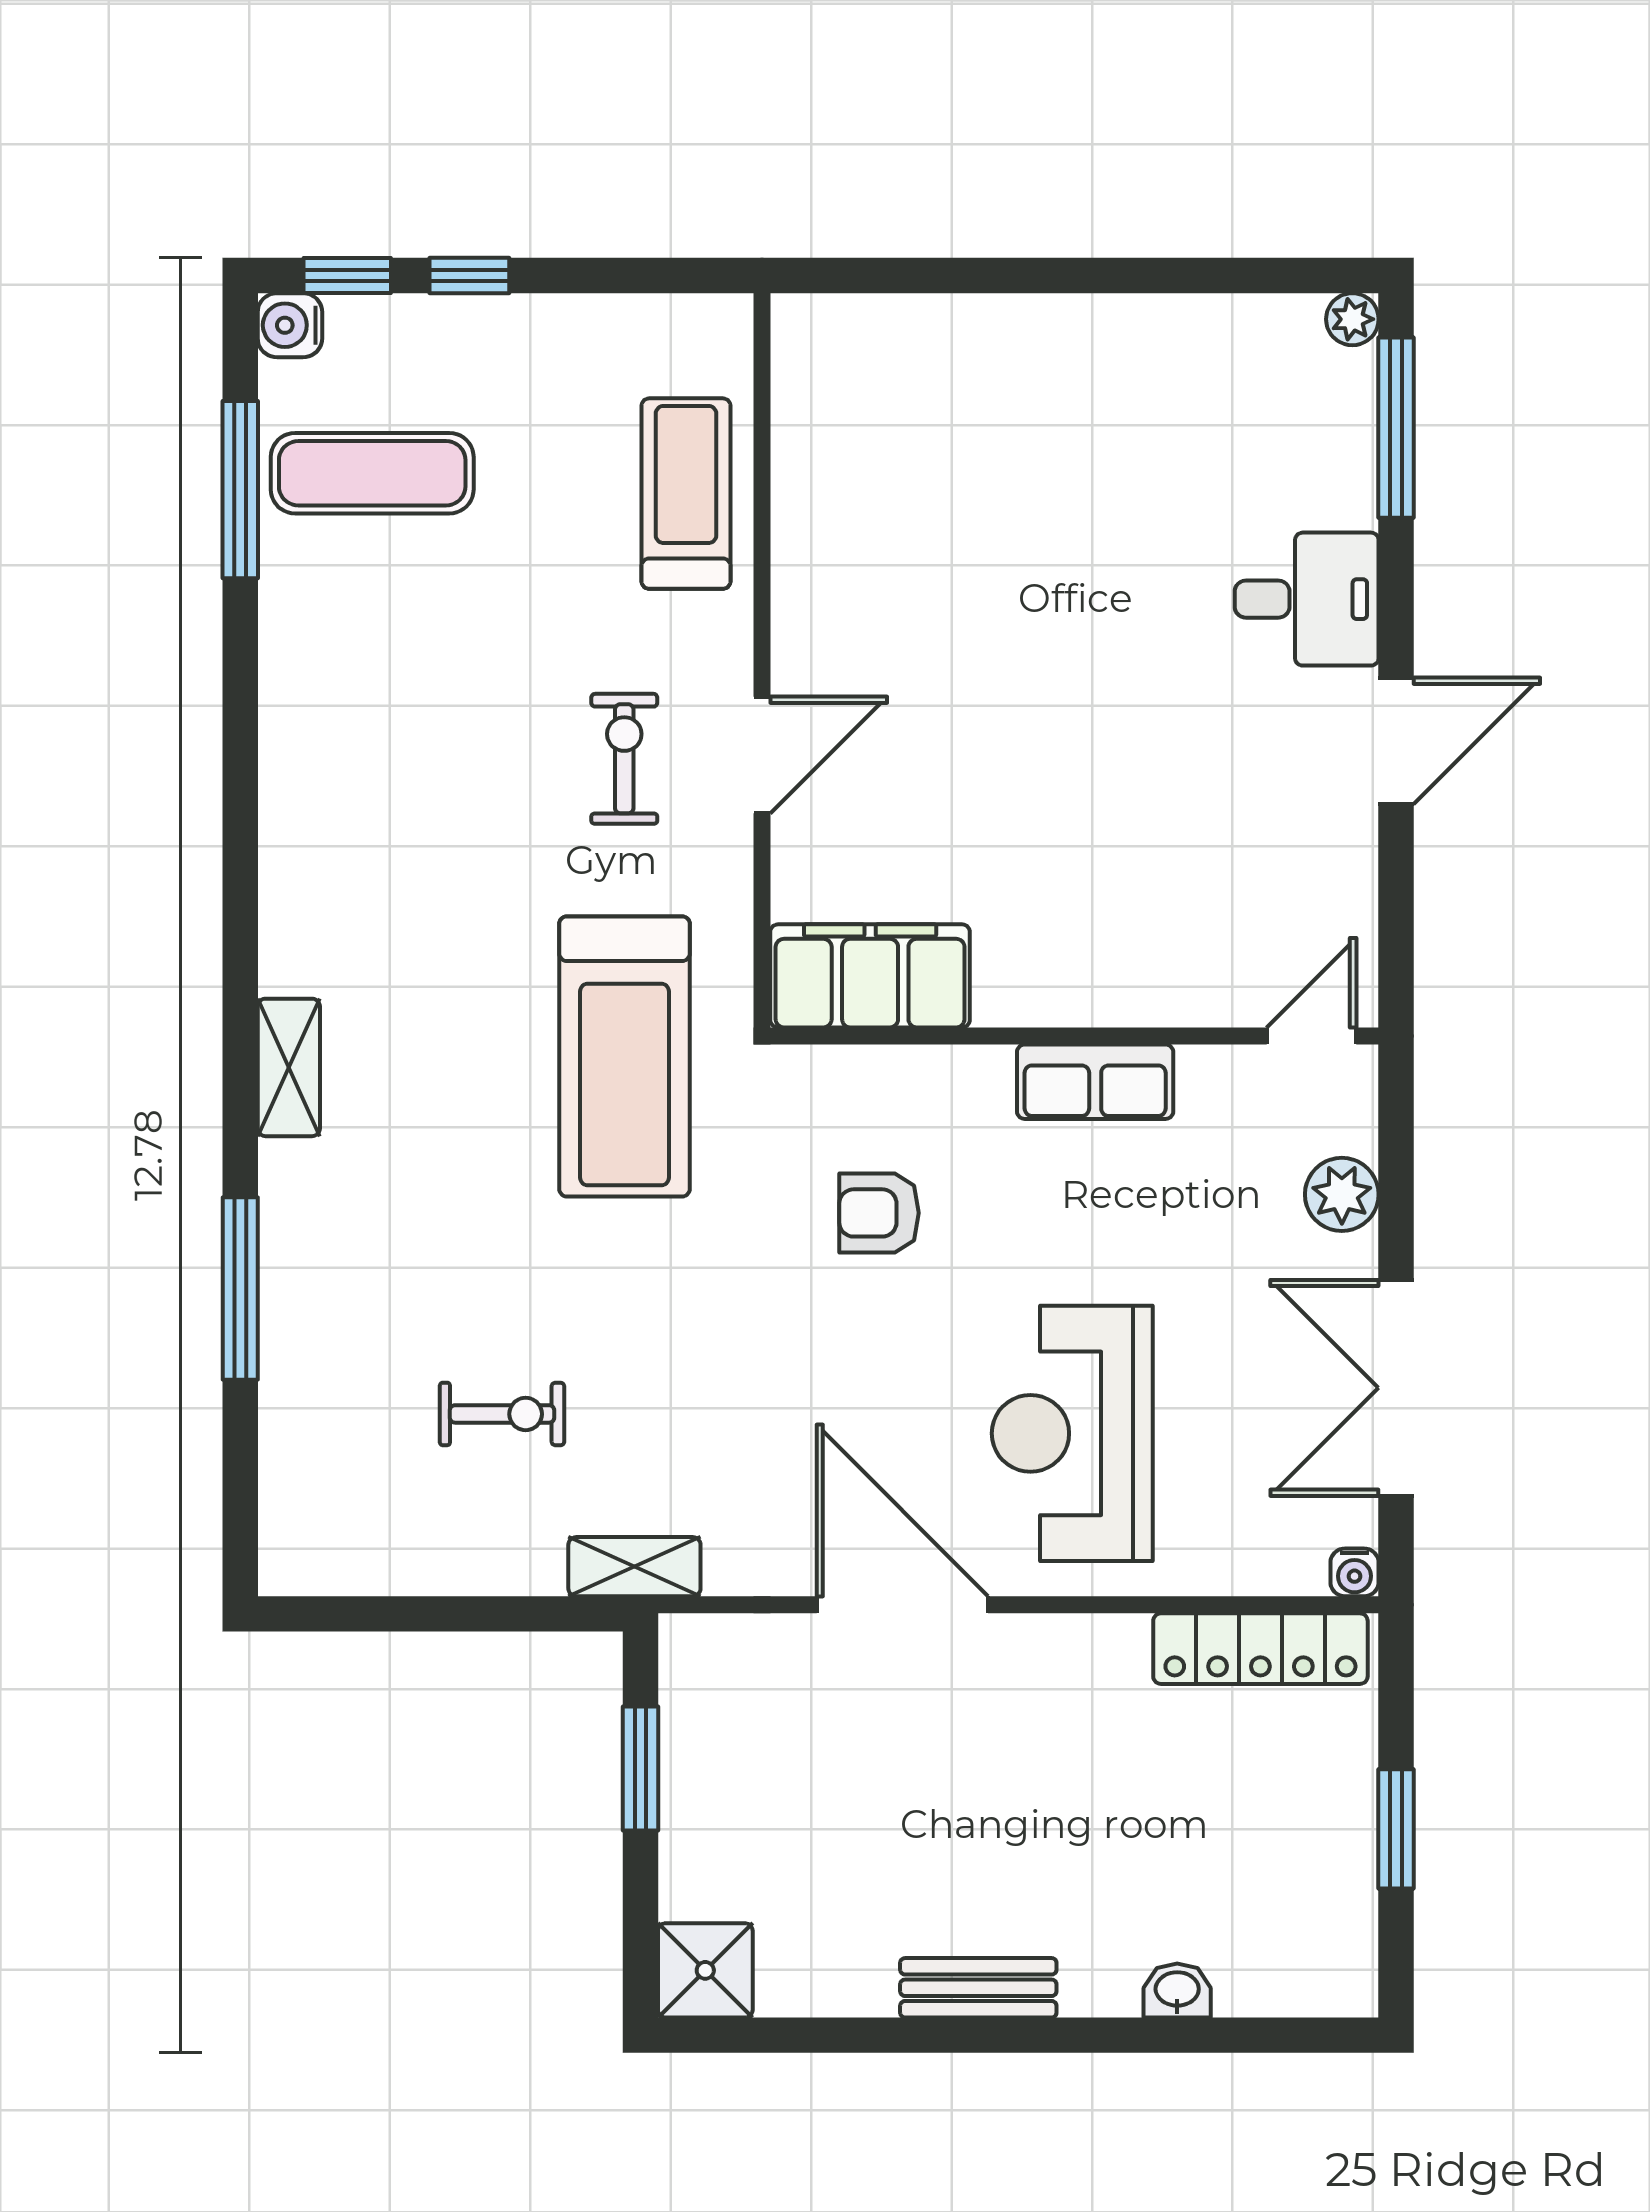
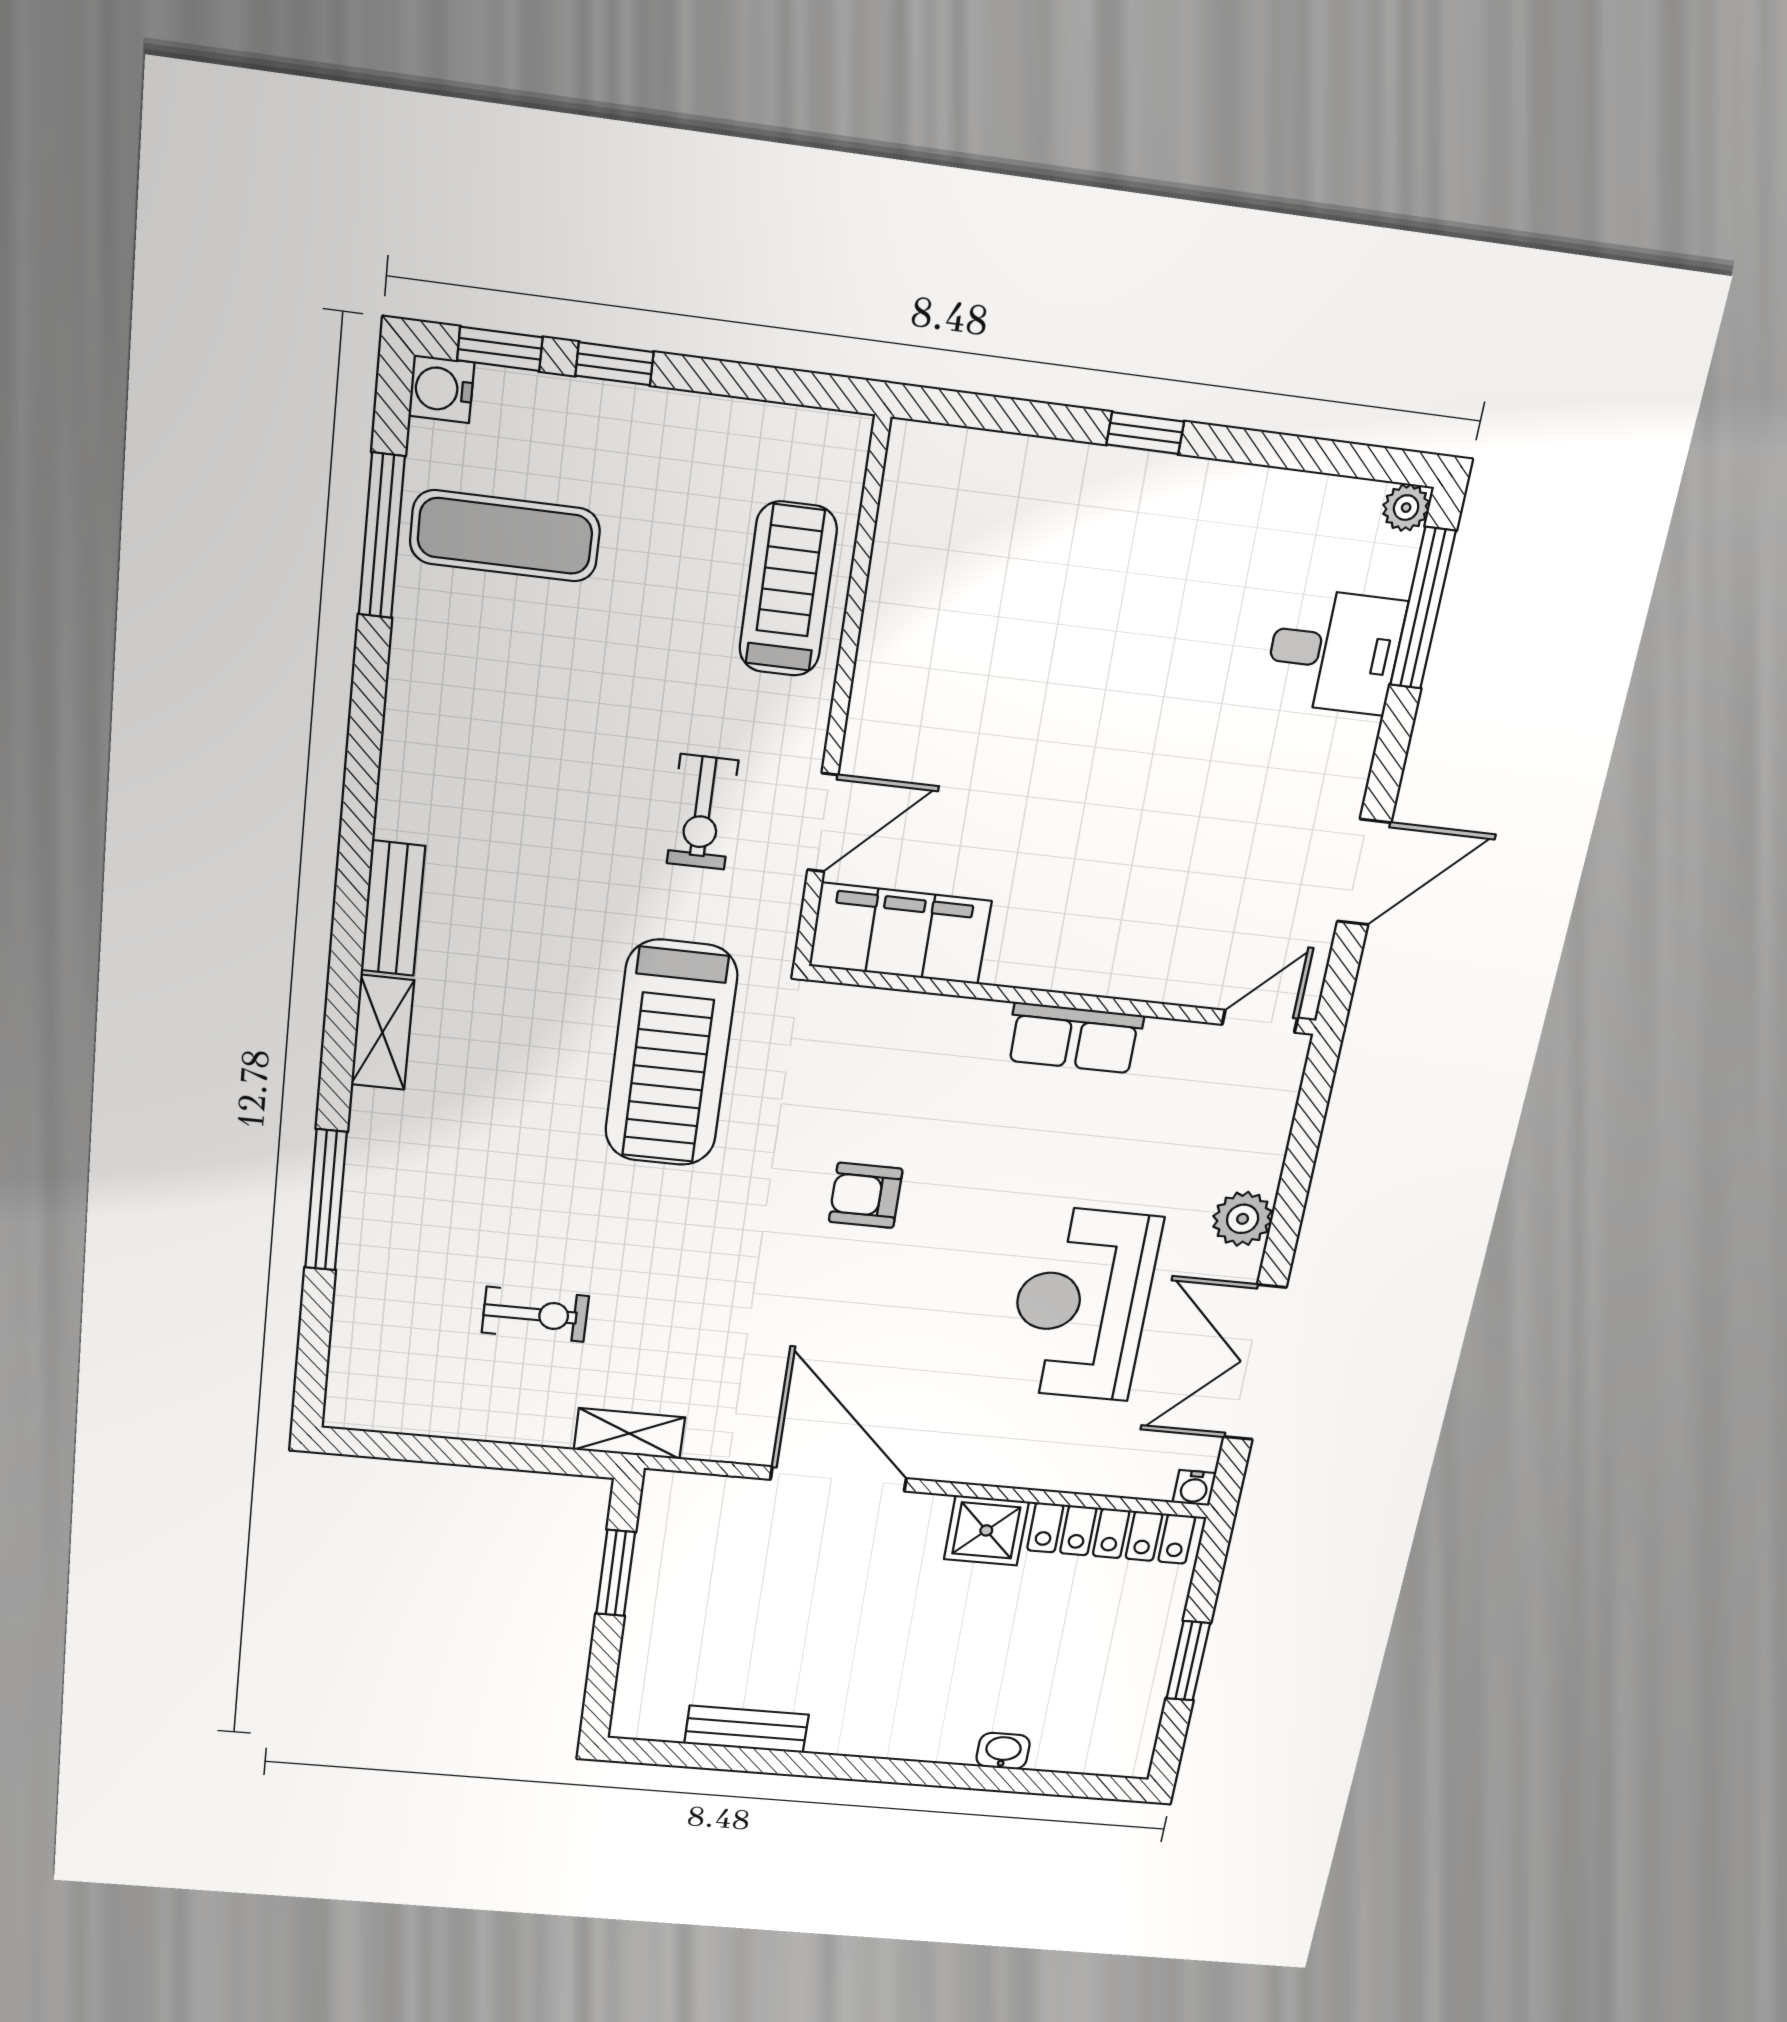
window: (1049, 275) -> (1145, 433), added
desk: (1307, 599) -> (1334, 651), moved
exercise bike: (624, 759) -> (702, 812), turned 180
bench: (288, 914) -> (393, 908), added
filing cabinet: (870, 976) -> (900, 934), moved
wall: (1074, 1036) -> (1064, 1000), moved
door: (1311, 1036) -> (1260, 1021), moved
row of seats: (1095, 1082) -> (1074, 1038), moved
reception desk: (1072, 1433) -> (1082, 1304), moved
shower: (705, 1970) -> (986, 1530), moved
bench: (978, 1988) -> (746, 1729), moved

